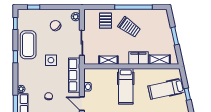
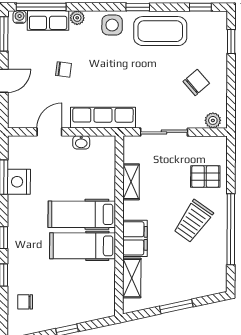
side table: (51, 60) -> (112, 25), moved
hospital bed: (166, 89) -> (83, 246), moved, turned -78

